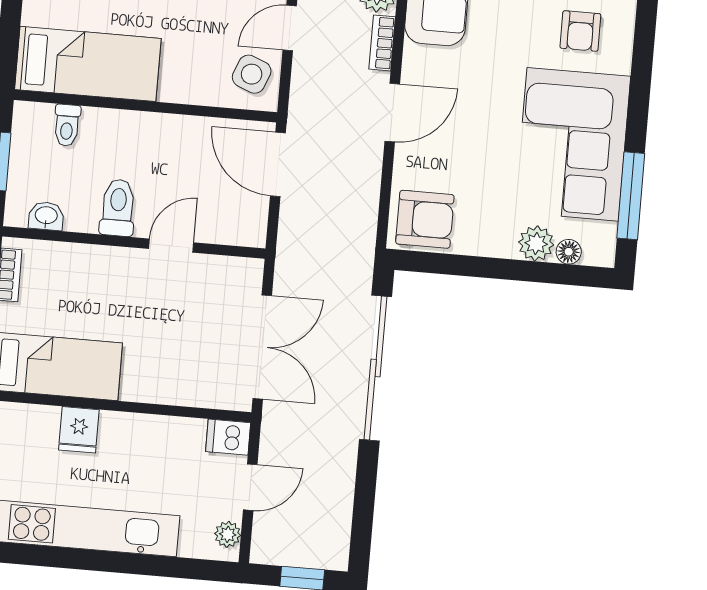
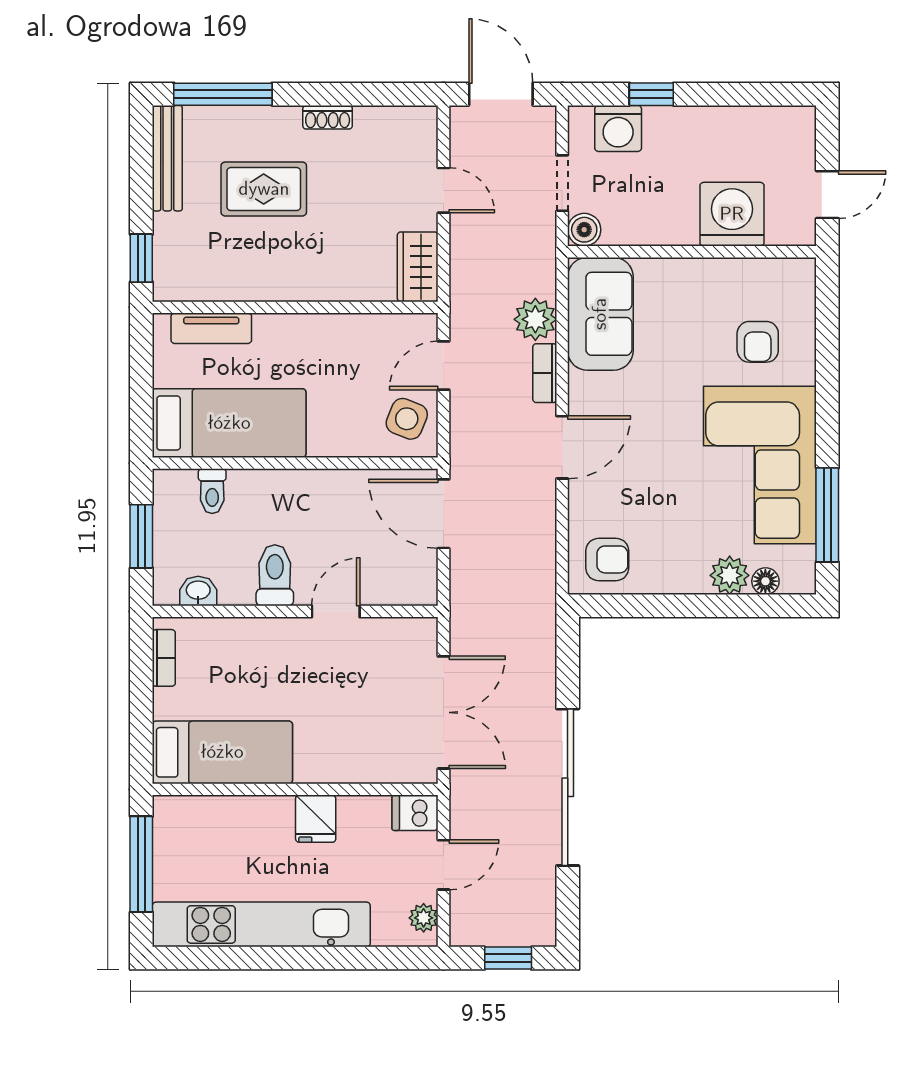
armchair: (425, 219) -> (607, 559), width x0.72, depth x0.72
sliding door: (376, 368) -> (568, 787), moved
fridge: (79, 430) -> (316, 819), moved

